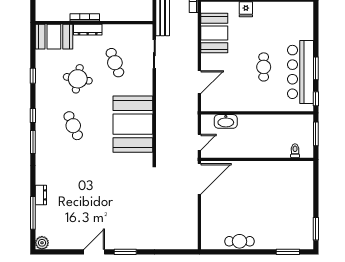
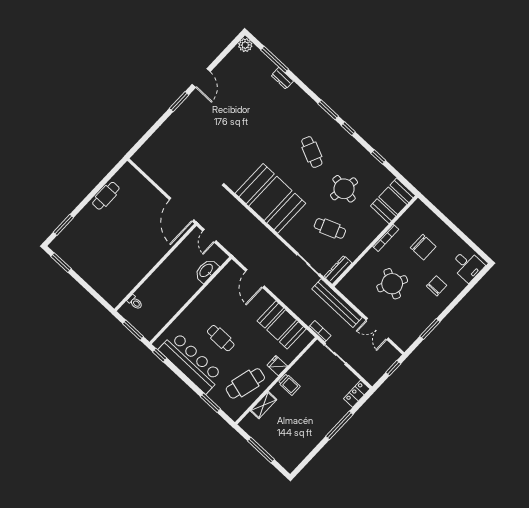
cafe table: (279, 20) -> (245, 383), added
dresser: (88, 30) -> (338, 270), moved
window: (316, 68) -> (210, 403), moved
cafe table: (73, 126) -> (312, 152), turned 48

